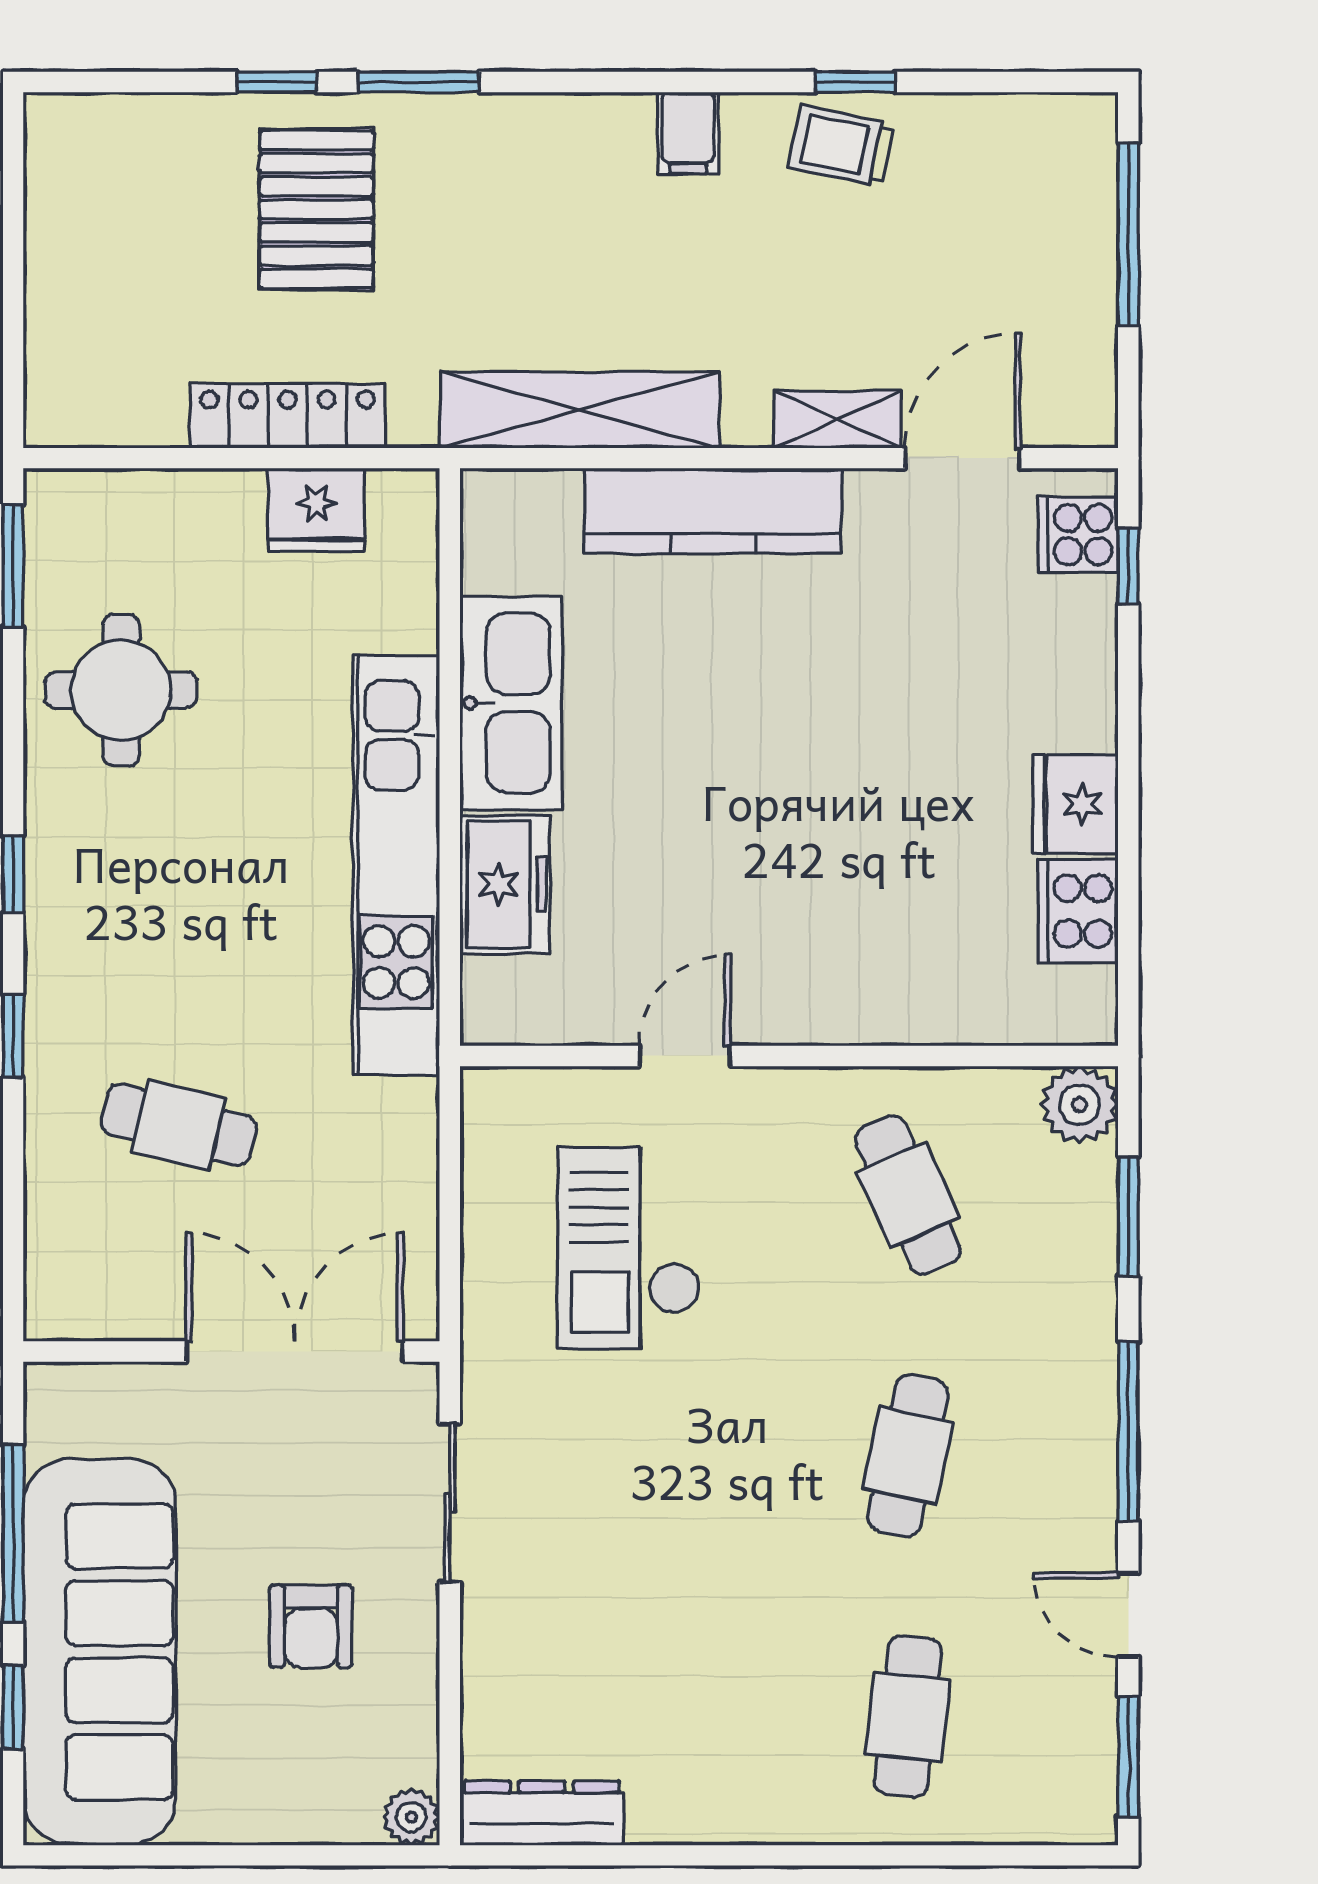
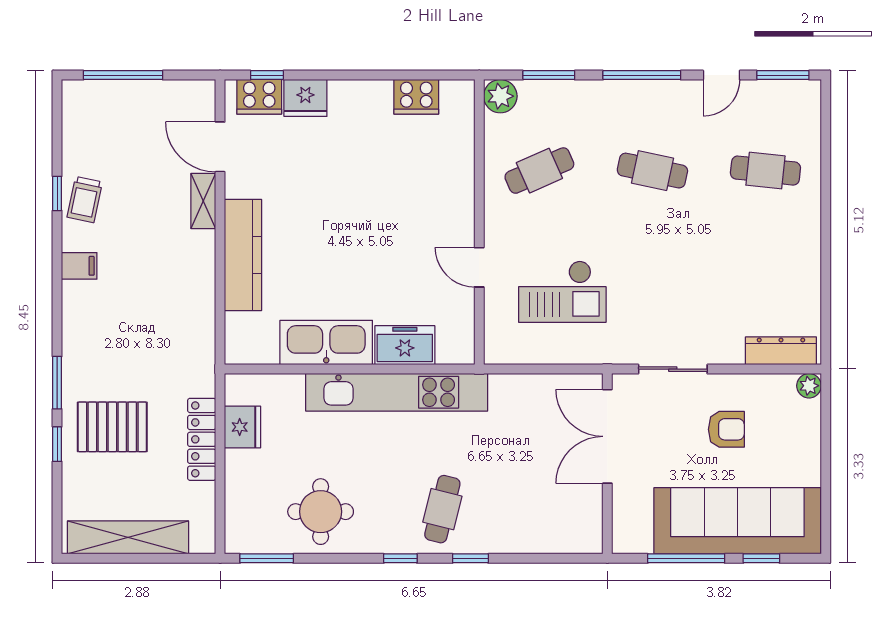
shelving: (580, 410) -> (128, 537), moved, turned 90
cooker: (1078, 535) -> (259, 97), width x1.36
fridge: (1075, 804) -> (305, 98), moved
cafe table: (179, 1125) -> (442, 509), moved
dresser: (542, 1813) -> (781, 351), moved, turned 90

